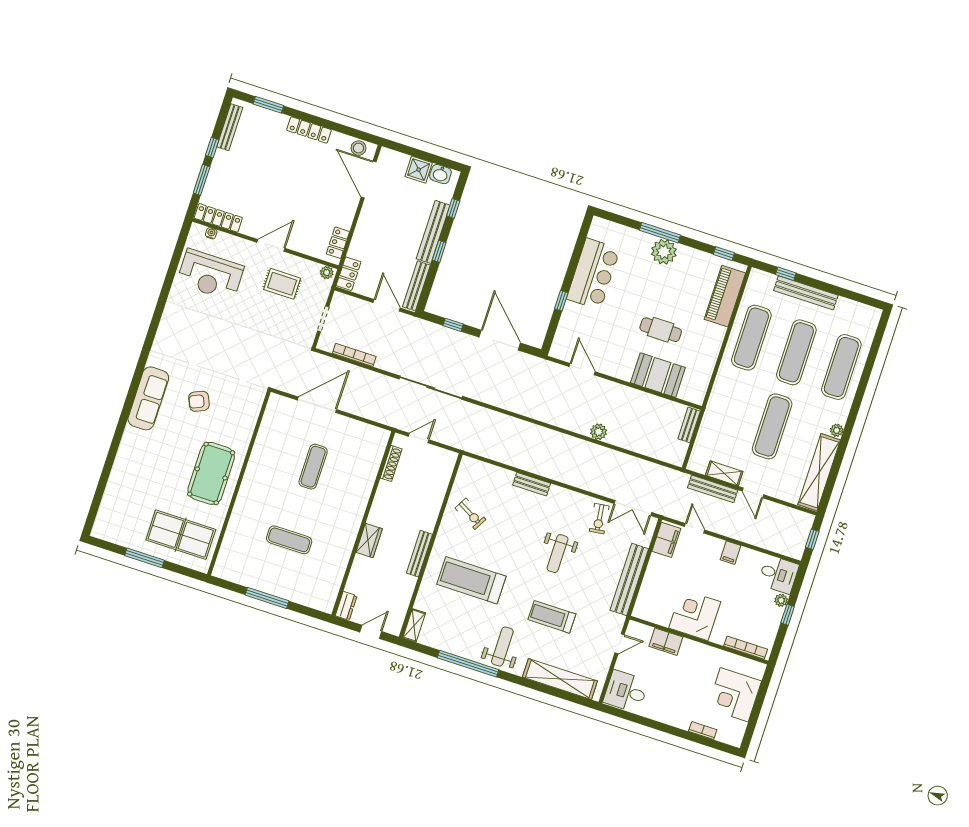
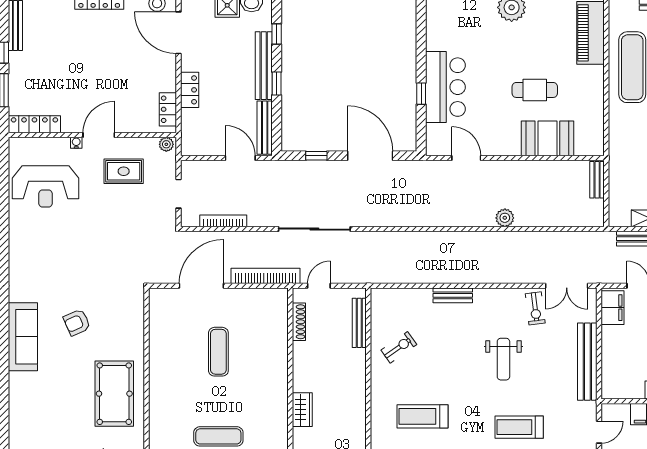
water cooler: (211, 233) -> (76, 143), moved
locker: (349, 274) -> (190, 90), moved
bar counter: (593, 274) -> (445, 87), moved
bookcase: (375, 414) -> (265, 276), added
exercise bike: (470, 514) -> (399, 347), turned -64
bench: (419, 554) -> (359, 323), moved
treadmill: (471, 580) -> (423, 416), width x0.73, depth x0.73

